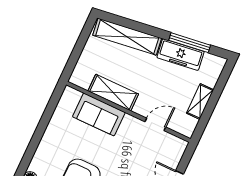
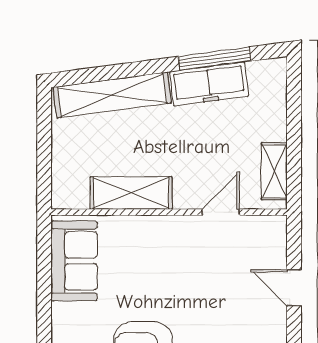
shelving: (200, 102) -> (274, 171), moved
sofa: (99, 114) -> (74, 261), moved, turned -90

